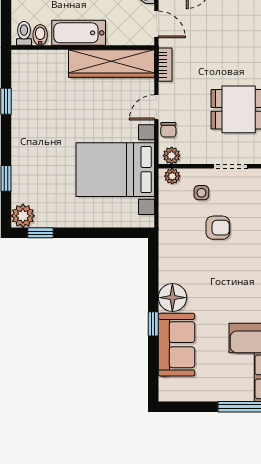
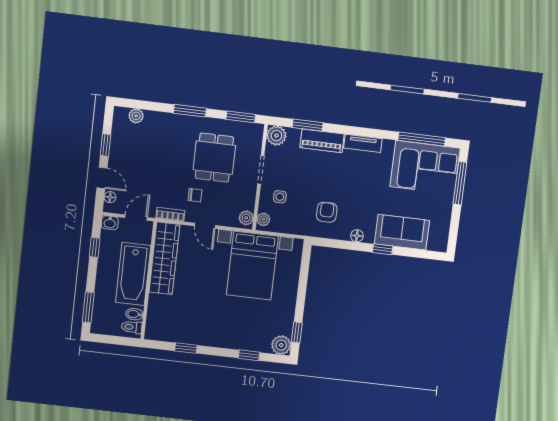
bathtub: (79, 33) -> (133, 274), width x1.36, depth x1.36
chair: (168, 130) -> (195, 195), moved
armchair: (218, 228) -> (327, 212), moved
floor lamp: (172, 298) -> (357, 236), width x0.53, depth x0.53

